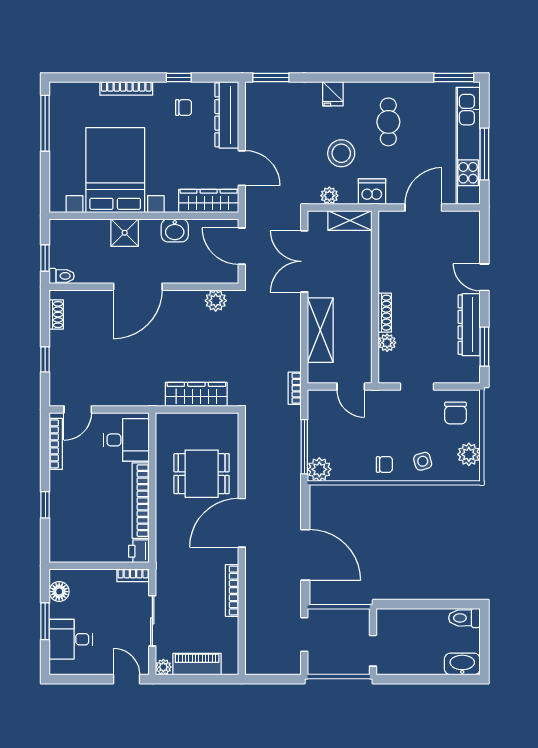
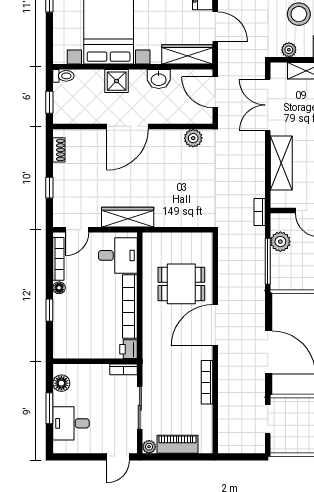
toilet: (62, 276) -> (63, 76), moved
wardrobe: (196, 394) -> (128, 217), moved
plant: (319, 469) -> (280, 242), moved
floor lamp: (56, 478) -> (59, 288), added
door: (126, 679) -> (118, 457), swing flipped

